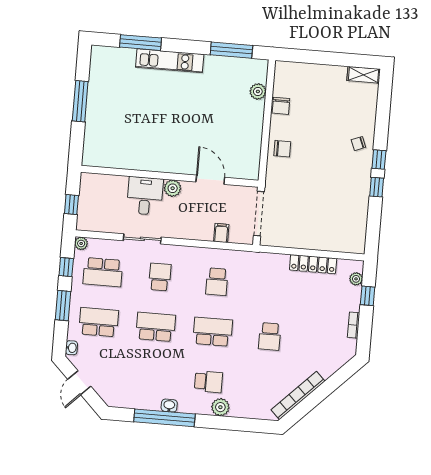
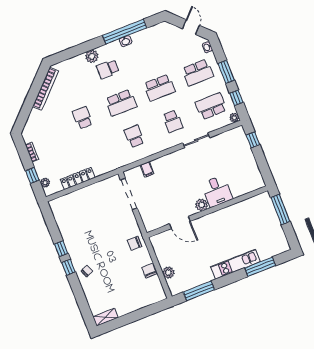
wall: (170, 176) -> (207, 212), moved
door: (210, 180) -> (180, 223), moved
plant: (173, 188) -> (202, 205), moved
desk: (145, 196) -> (217, 191), moved

